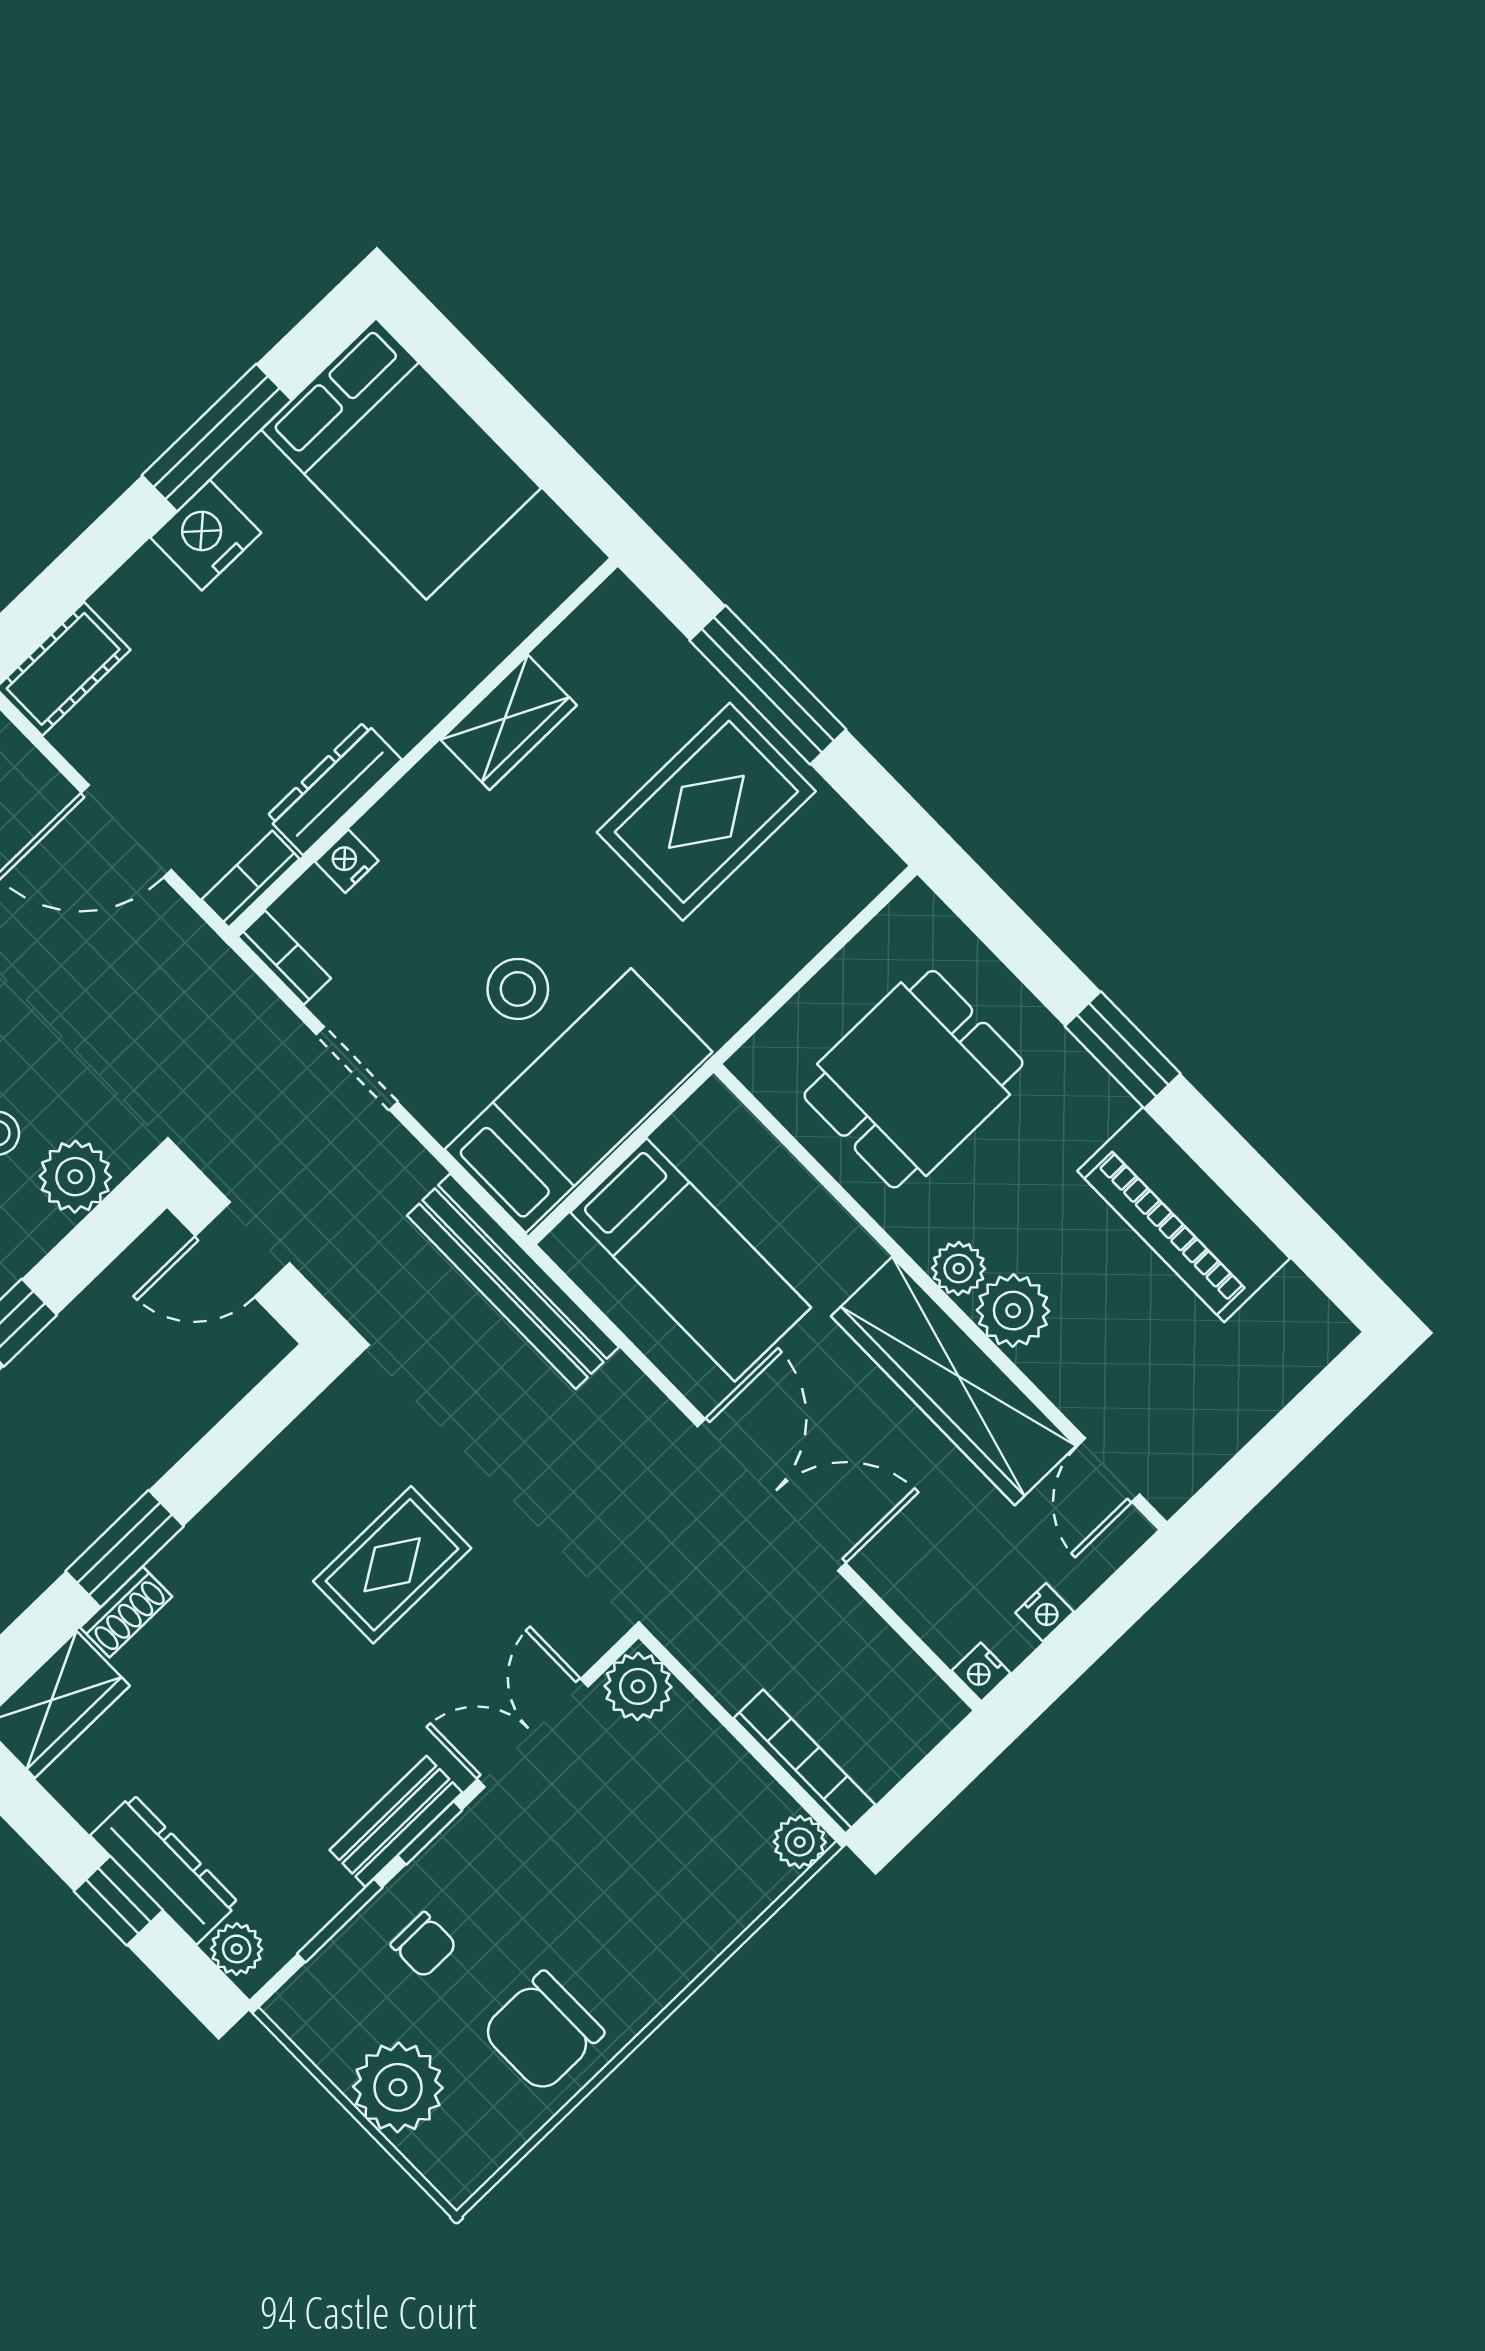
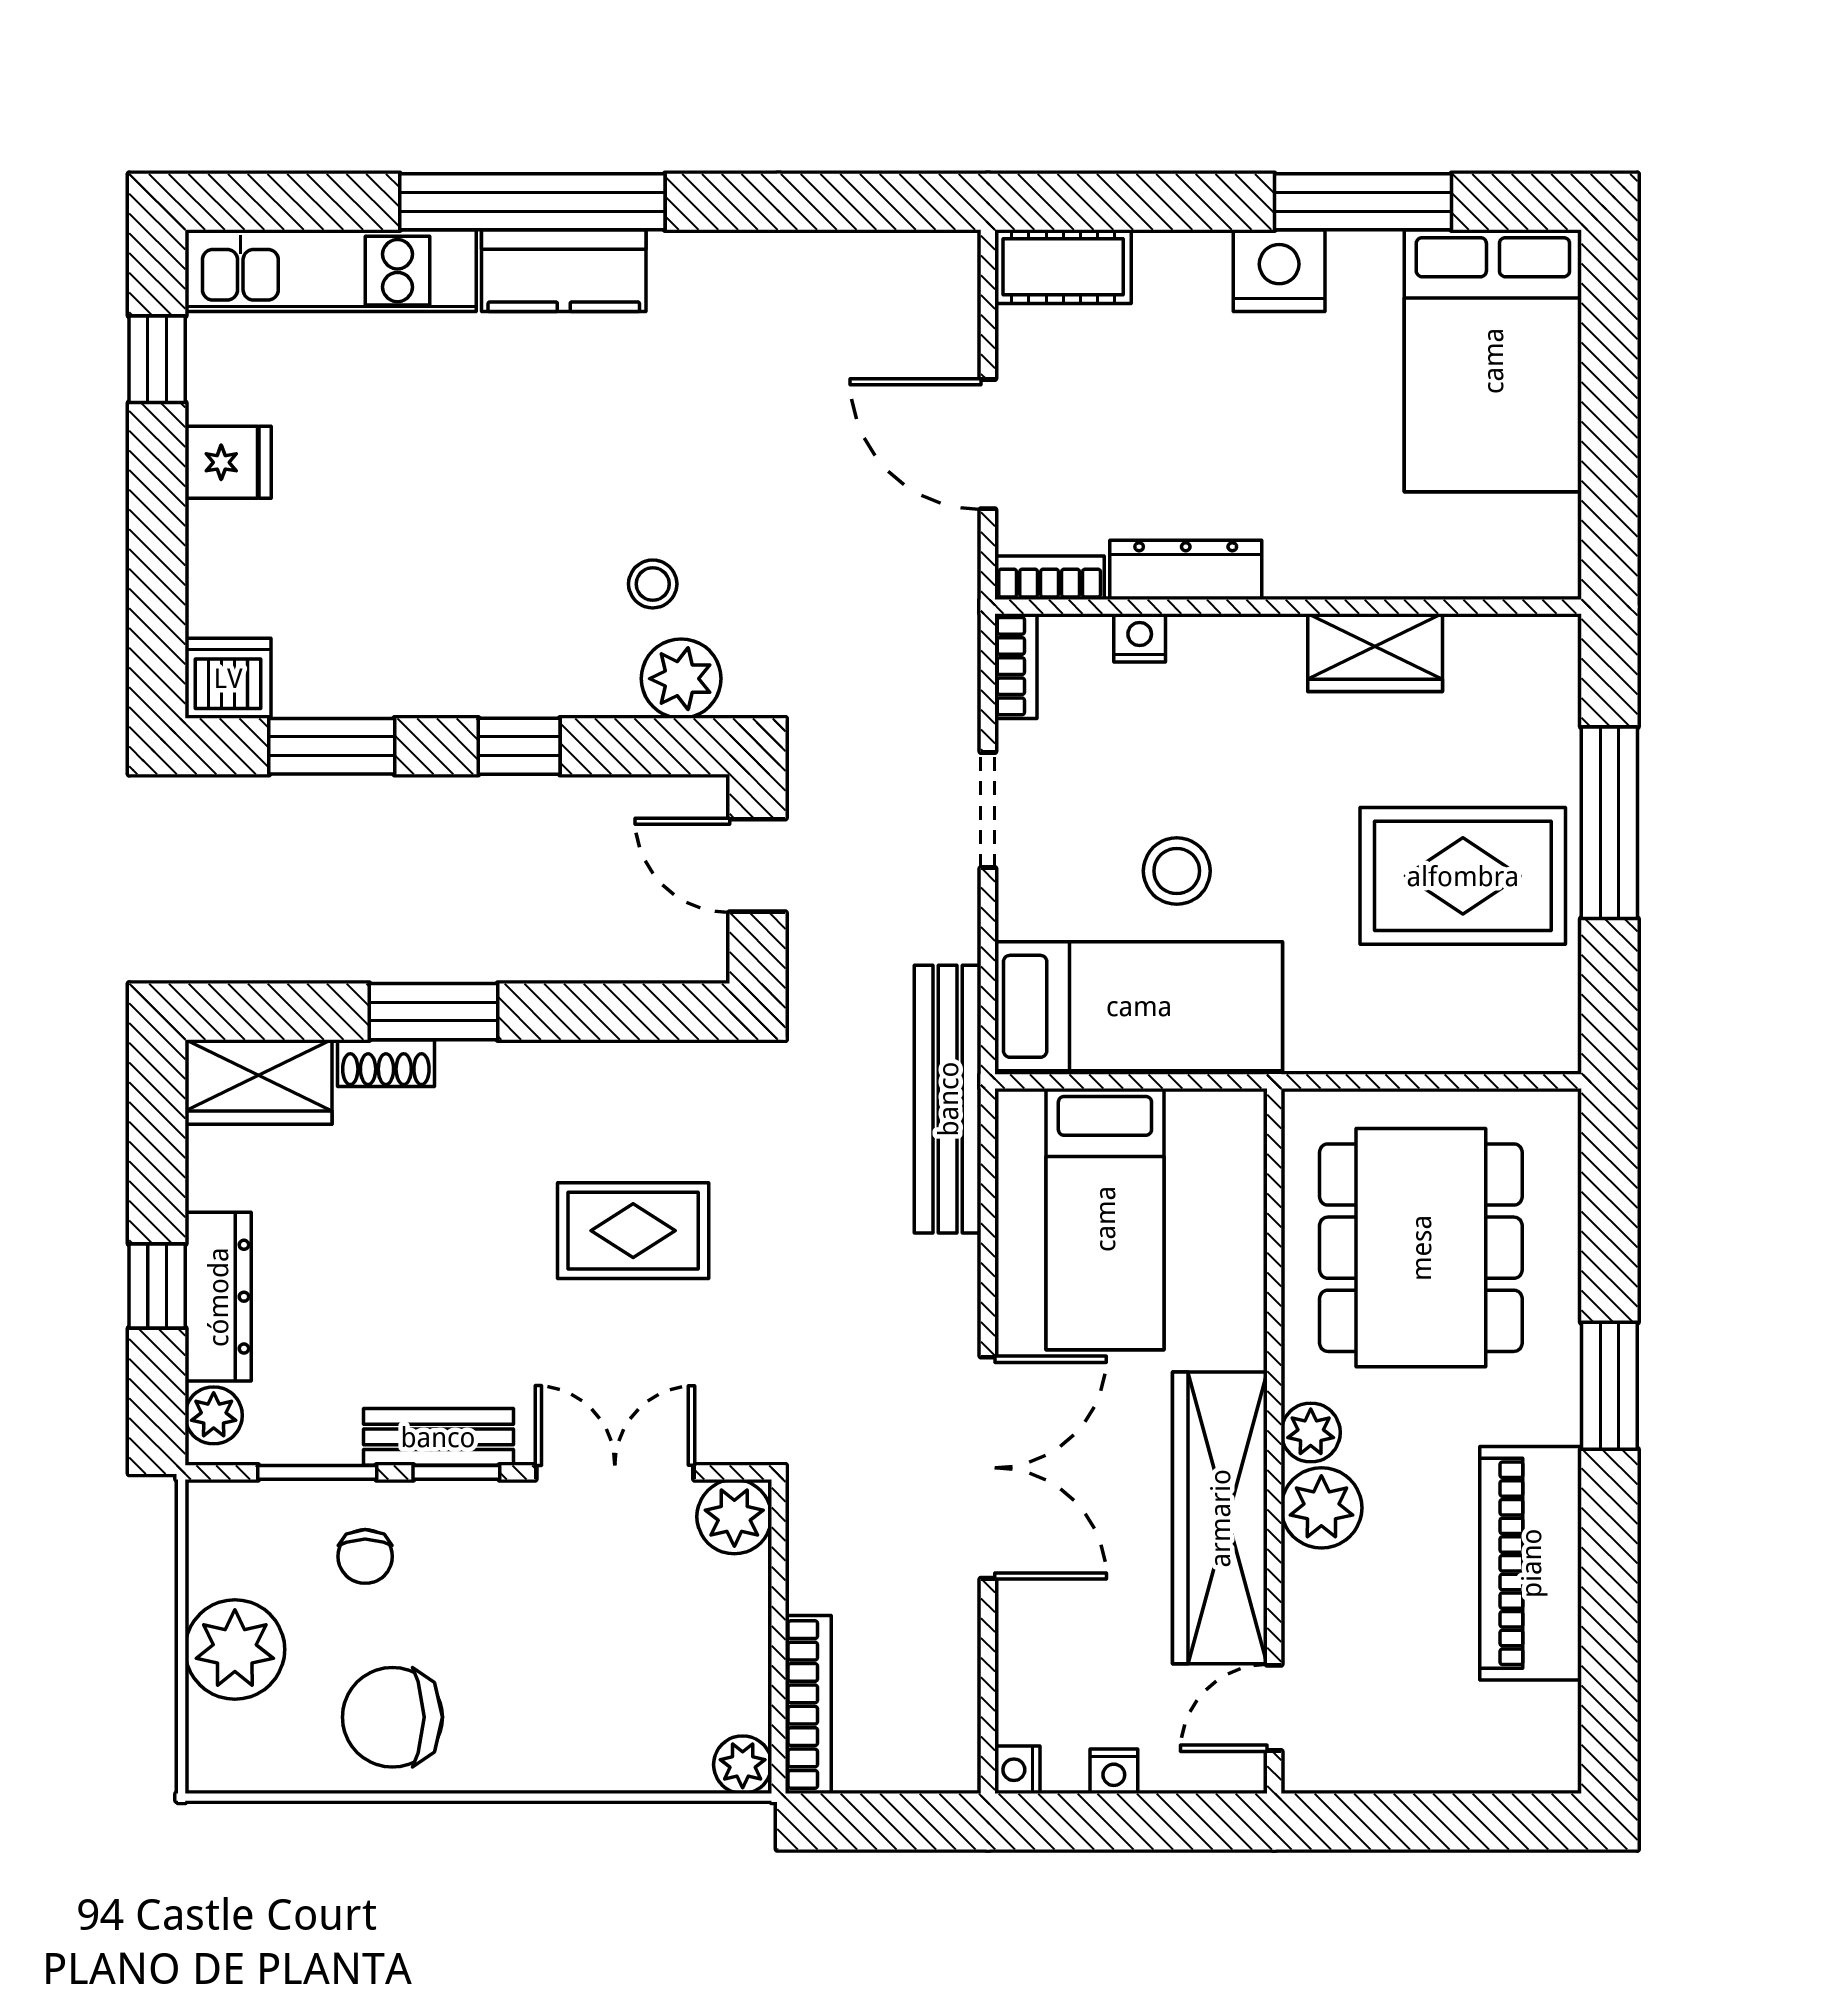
dining table: (913, 1079) -> (1421, 1248), width x1.37

